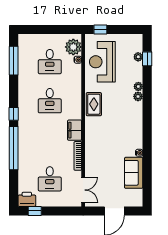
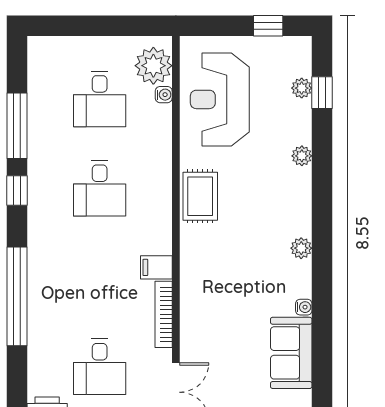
window: (100, 29) -> (268, 26), moved
window: (14, 61) -> (17, 126), moved
plant: (138, 96) -> (301, 248), moved
window: (14, 114) -> (17, 191), moved
filing cabinet: (75, 130) -> (156, 267), width x0.50

